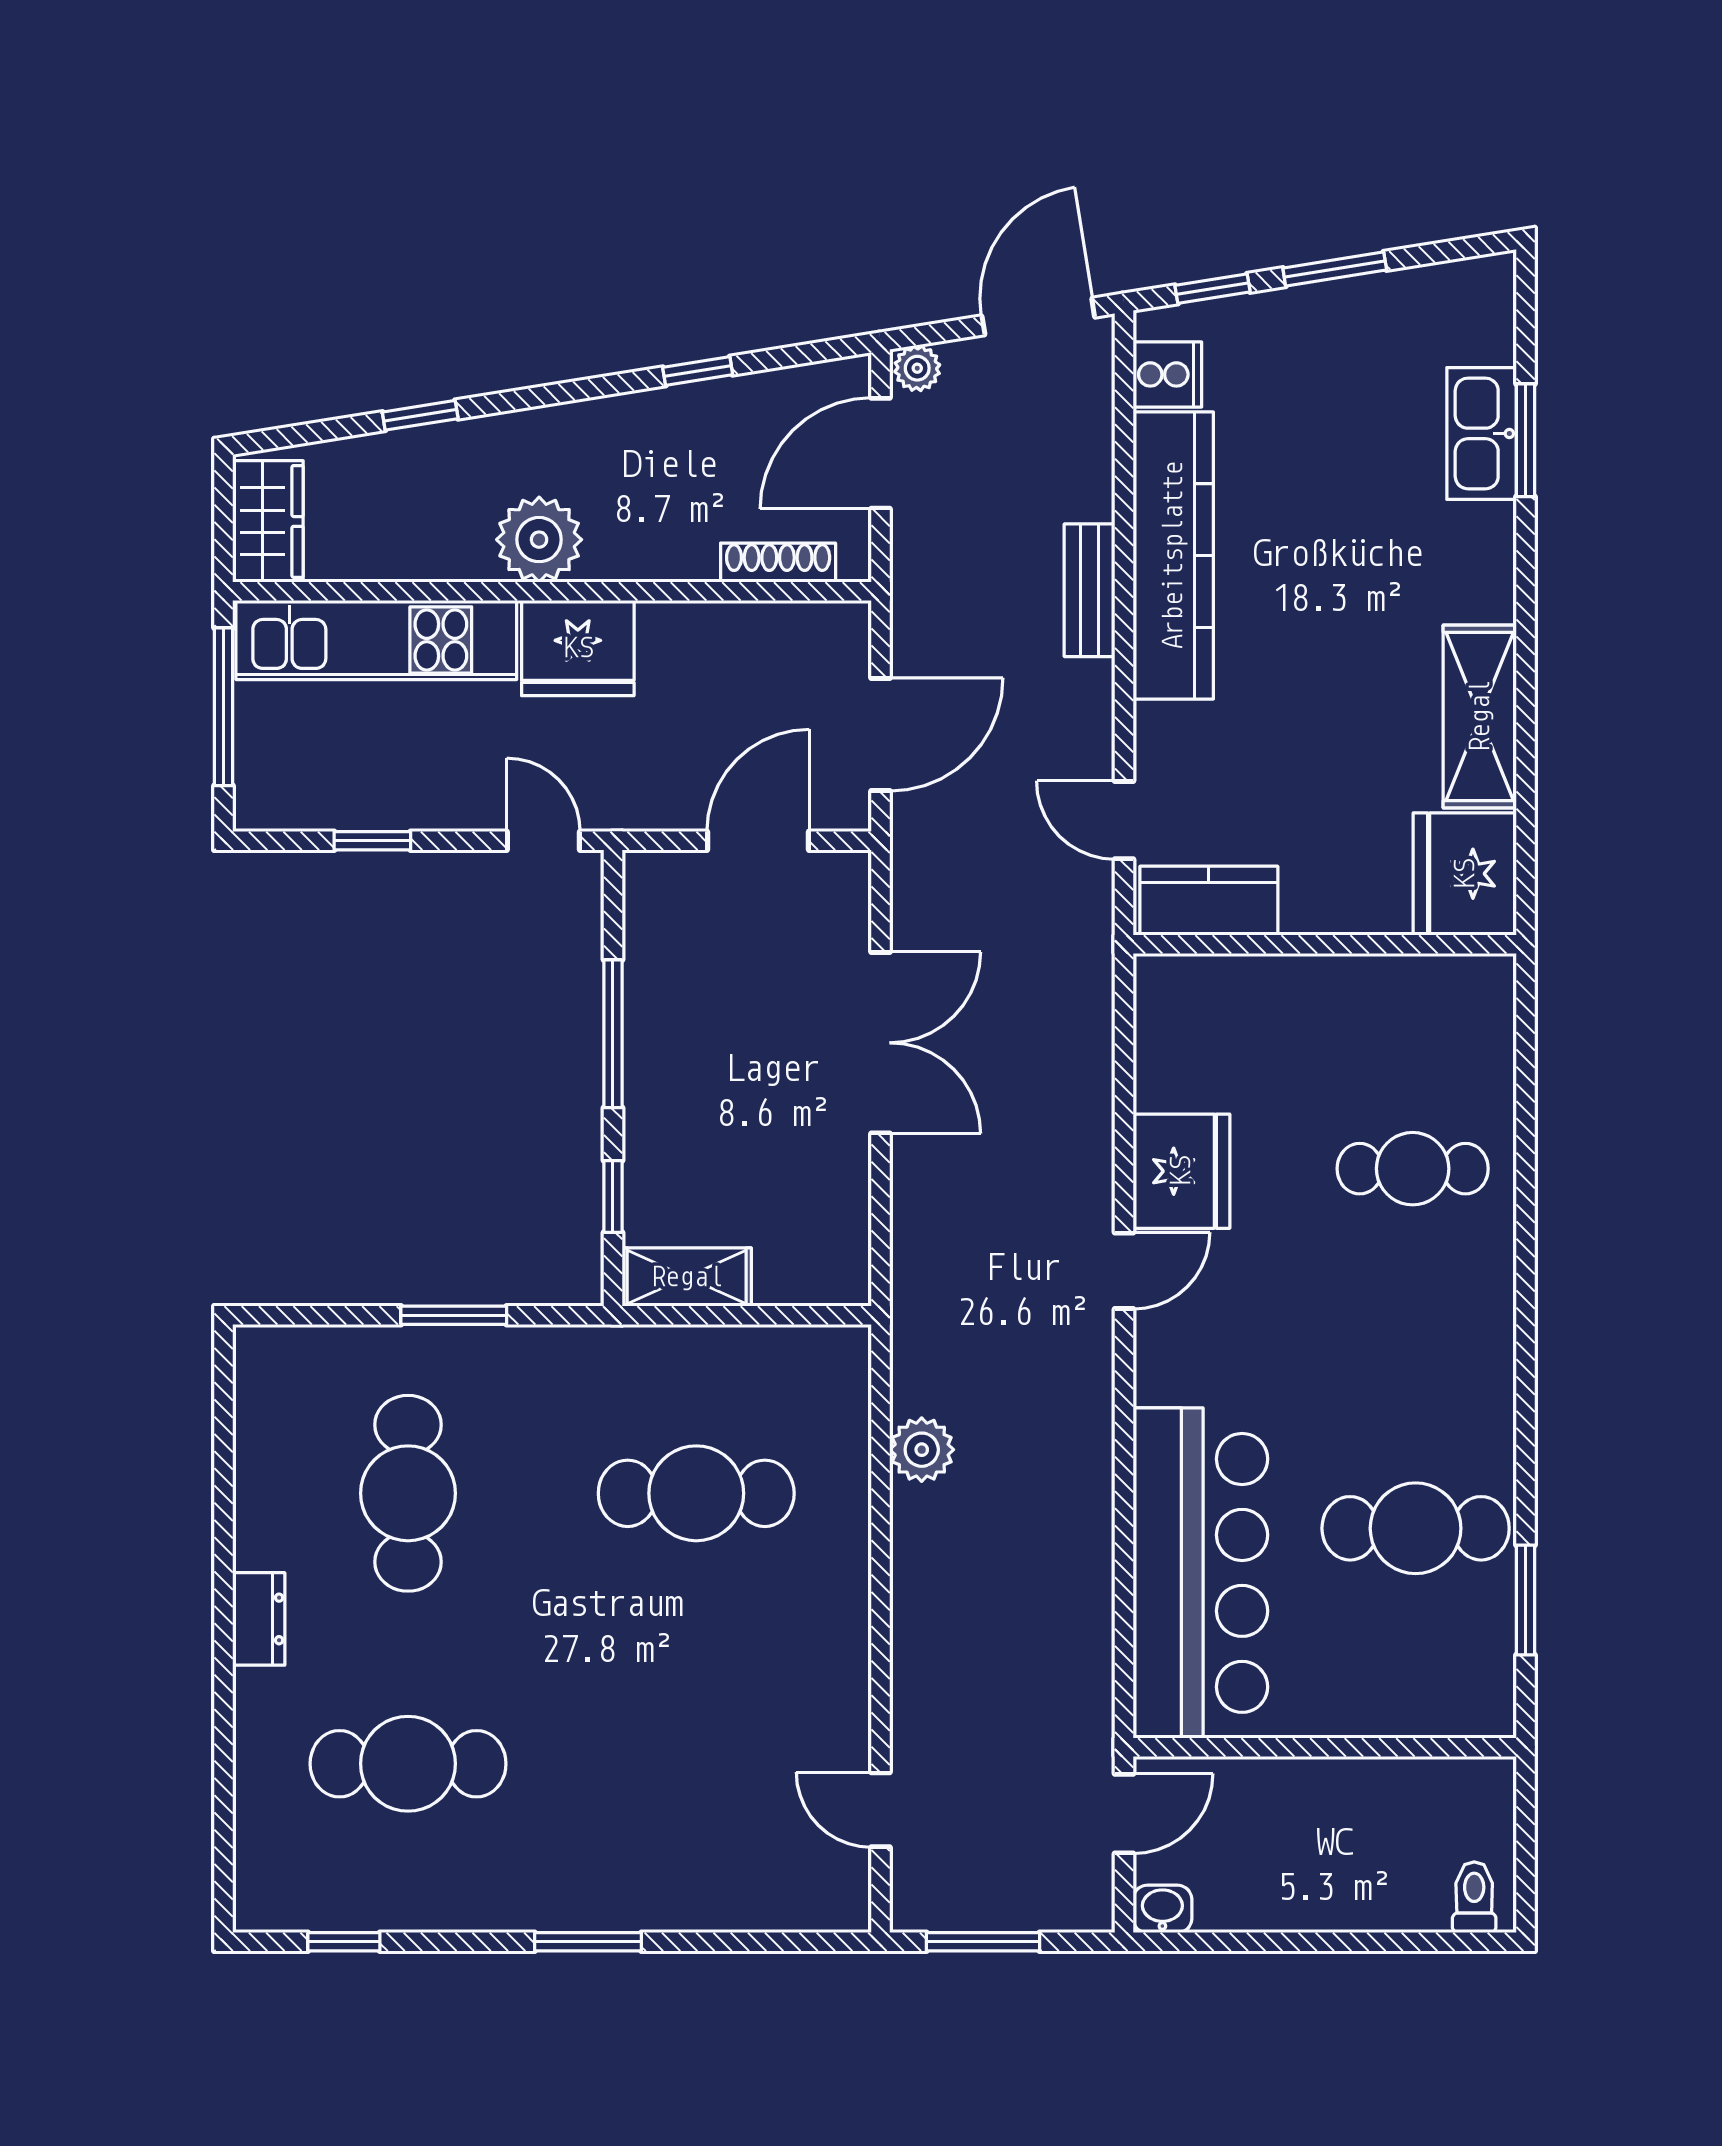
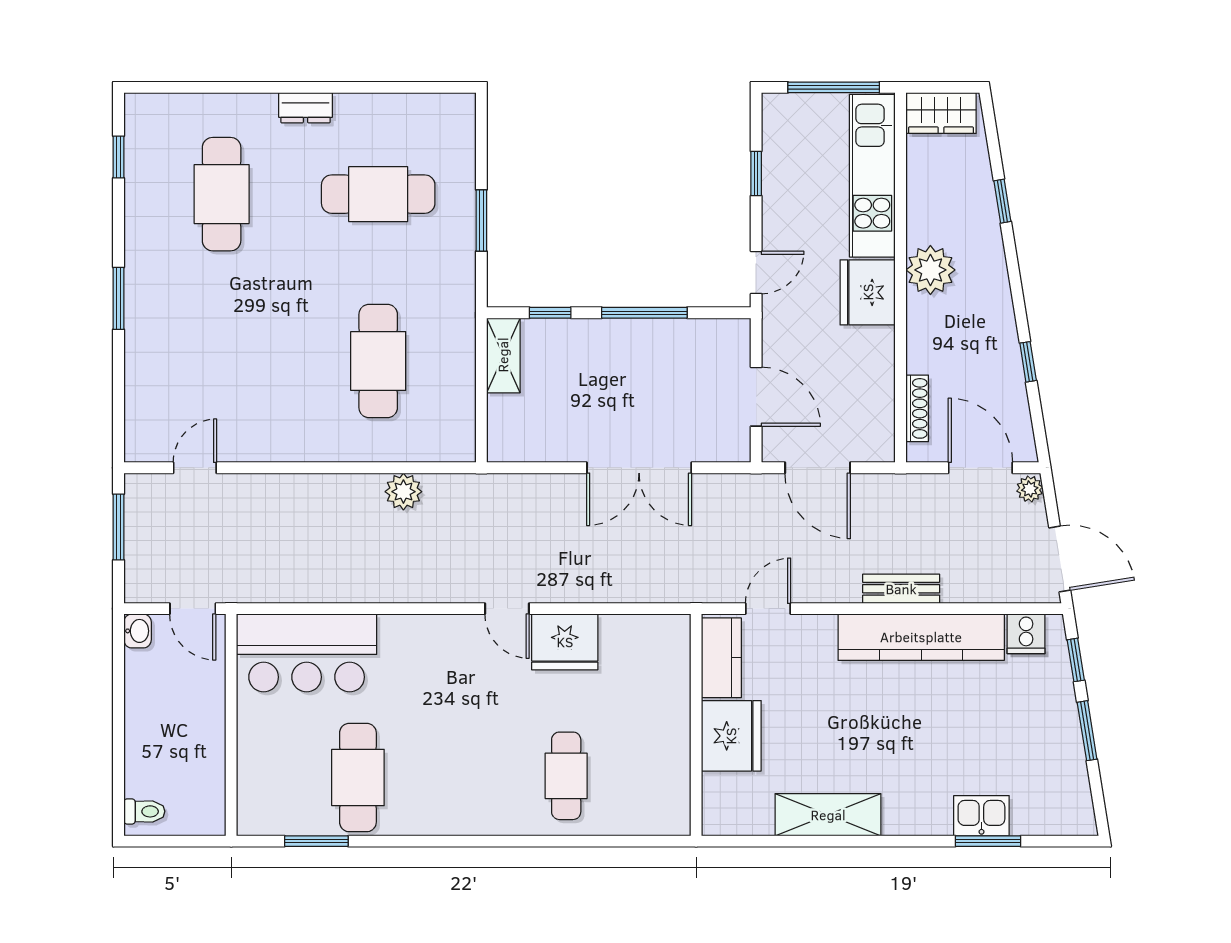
kitchen sink: (1482, 433) -> (981, 816), width x0.73
fridge: (1465, 874) -> (731, 736), moved, turned 90
bar counter: (1200, 1573) -> (307, 653), width x0.73

